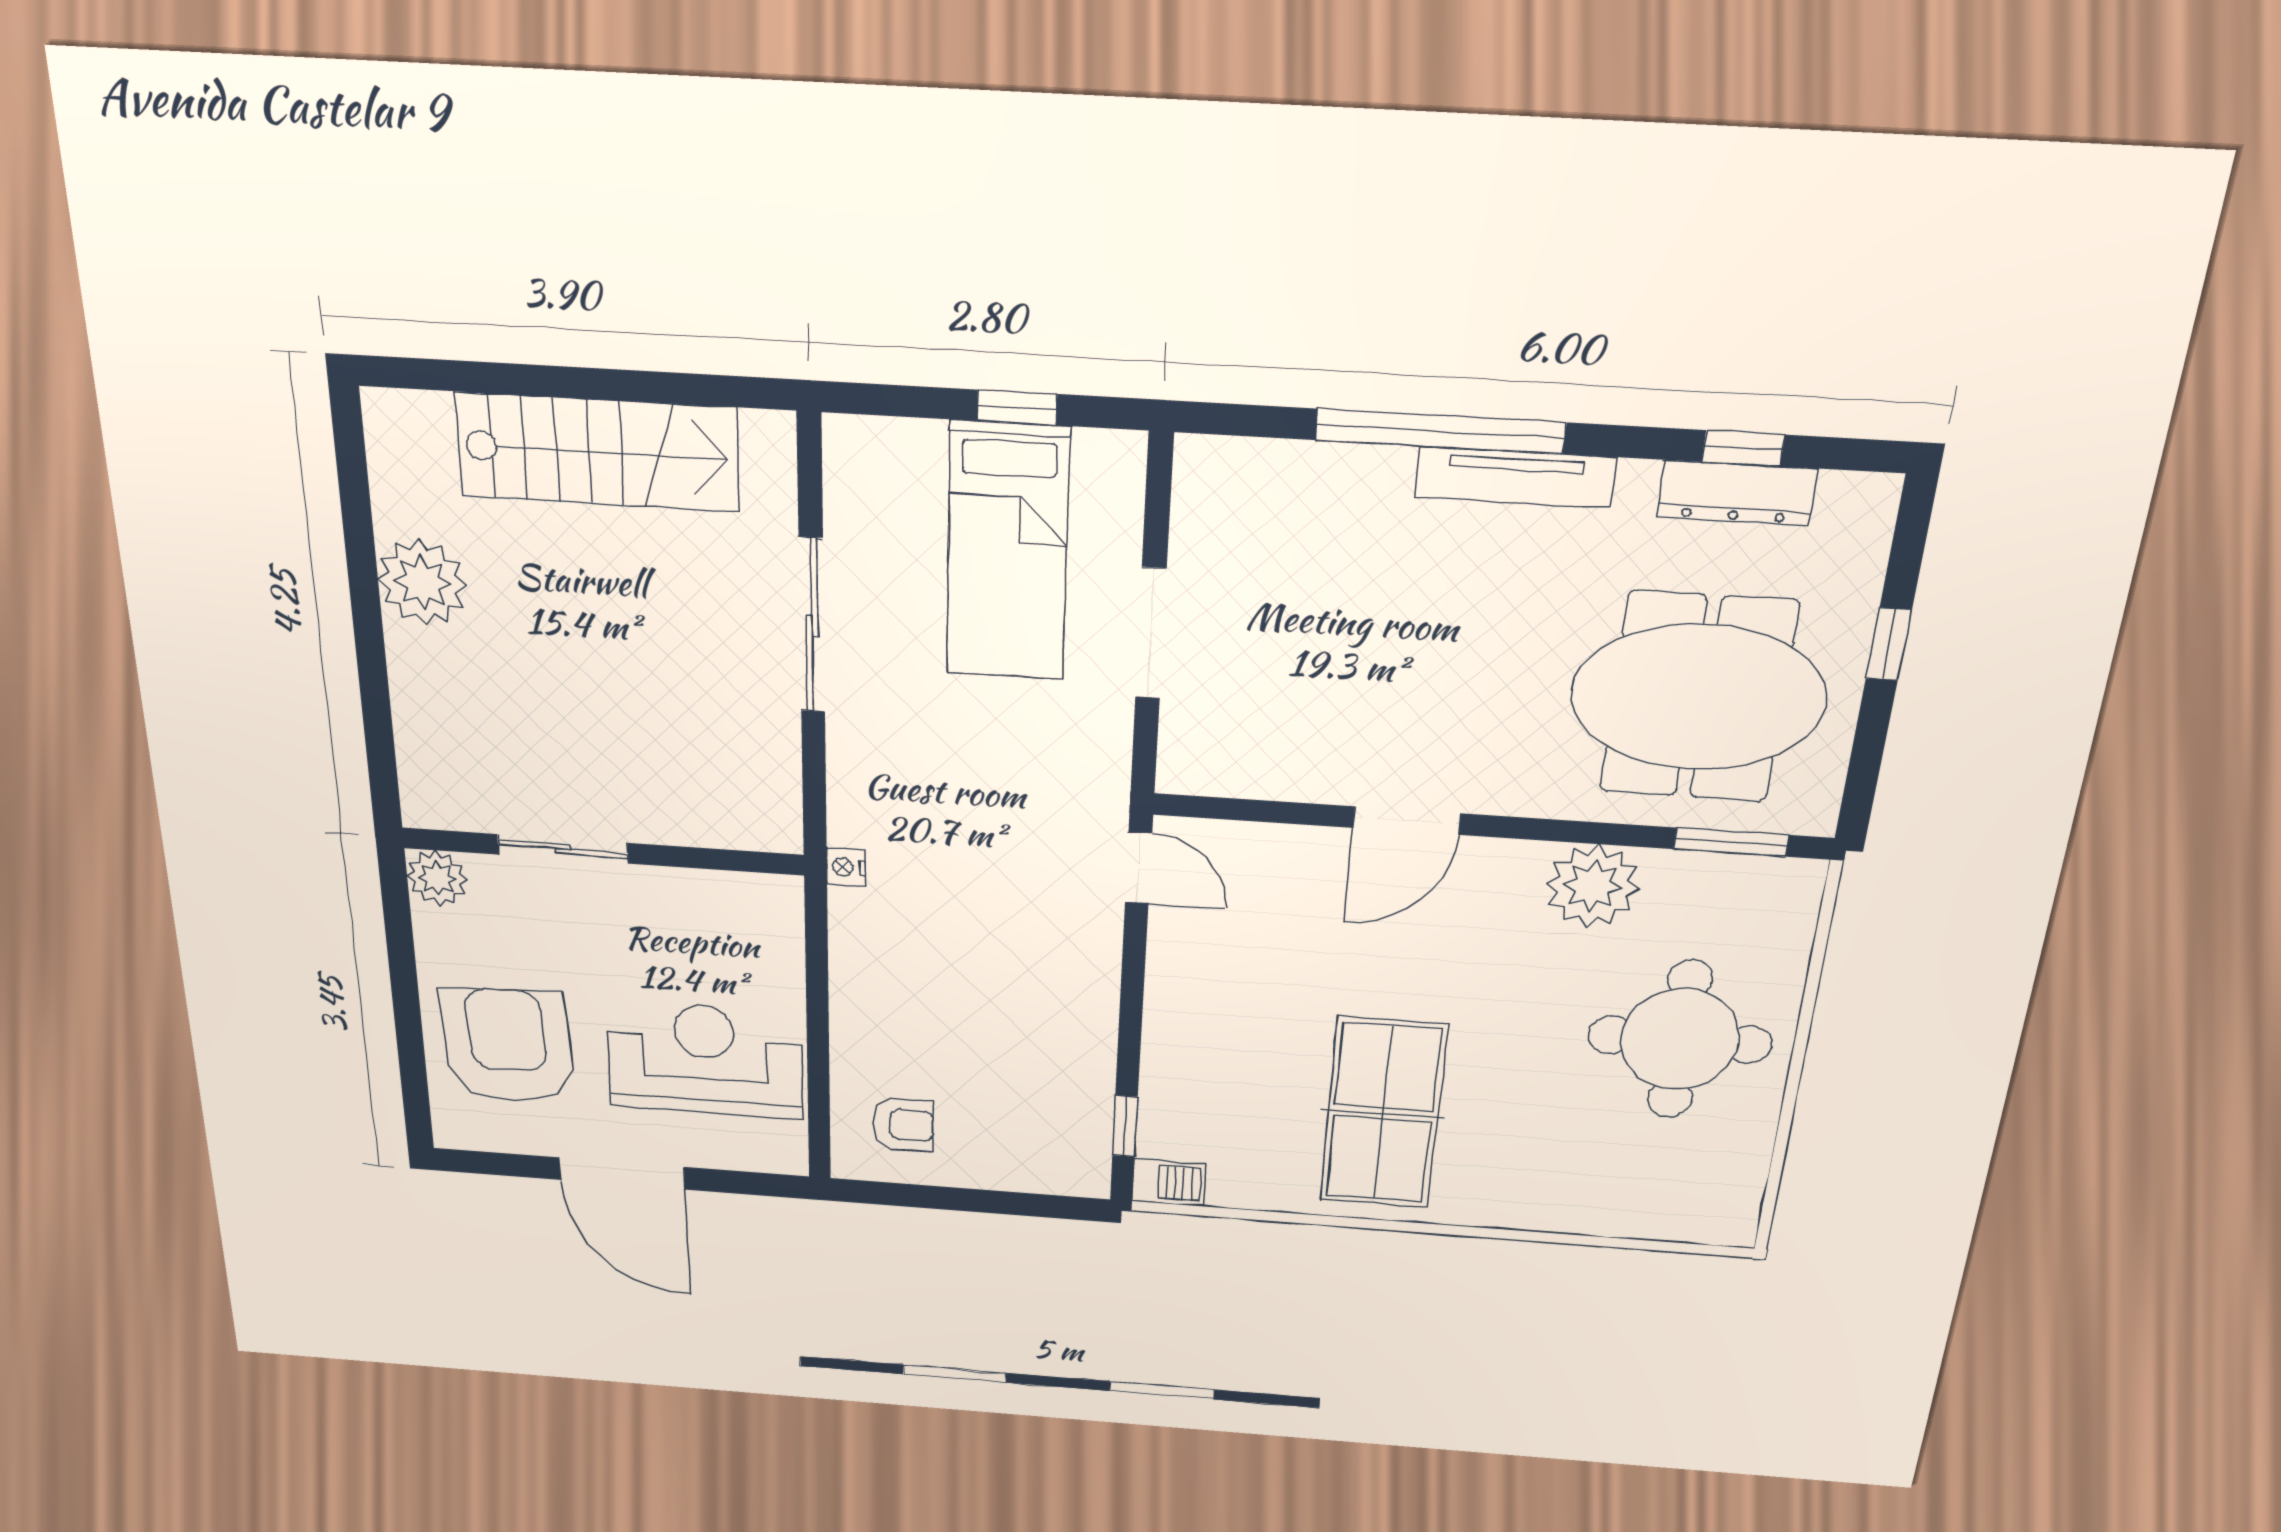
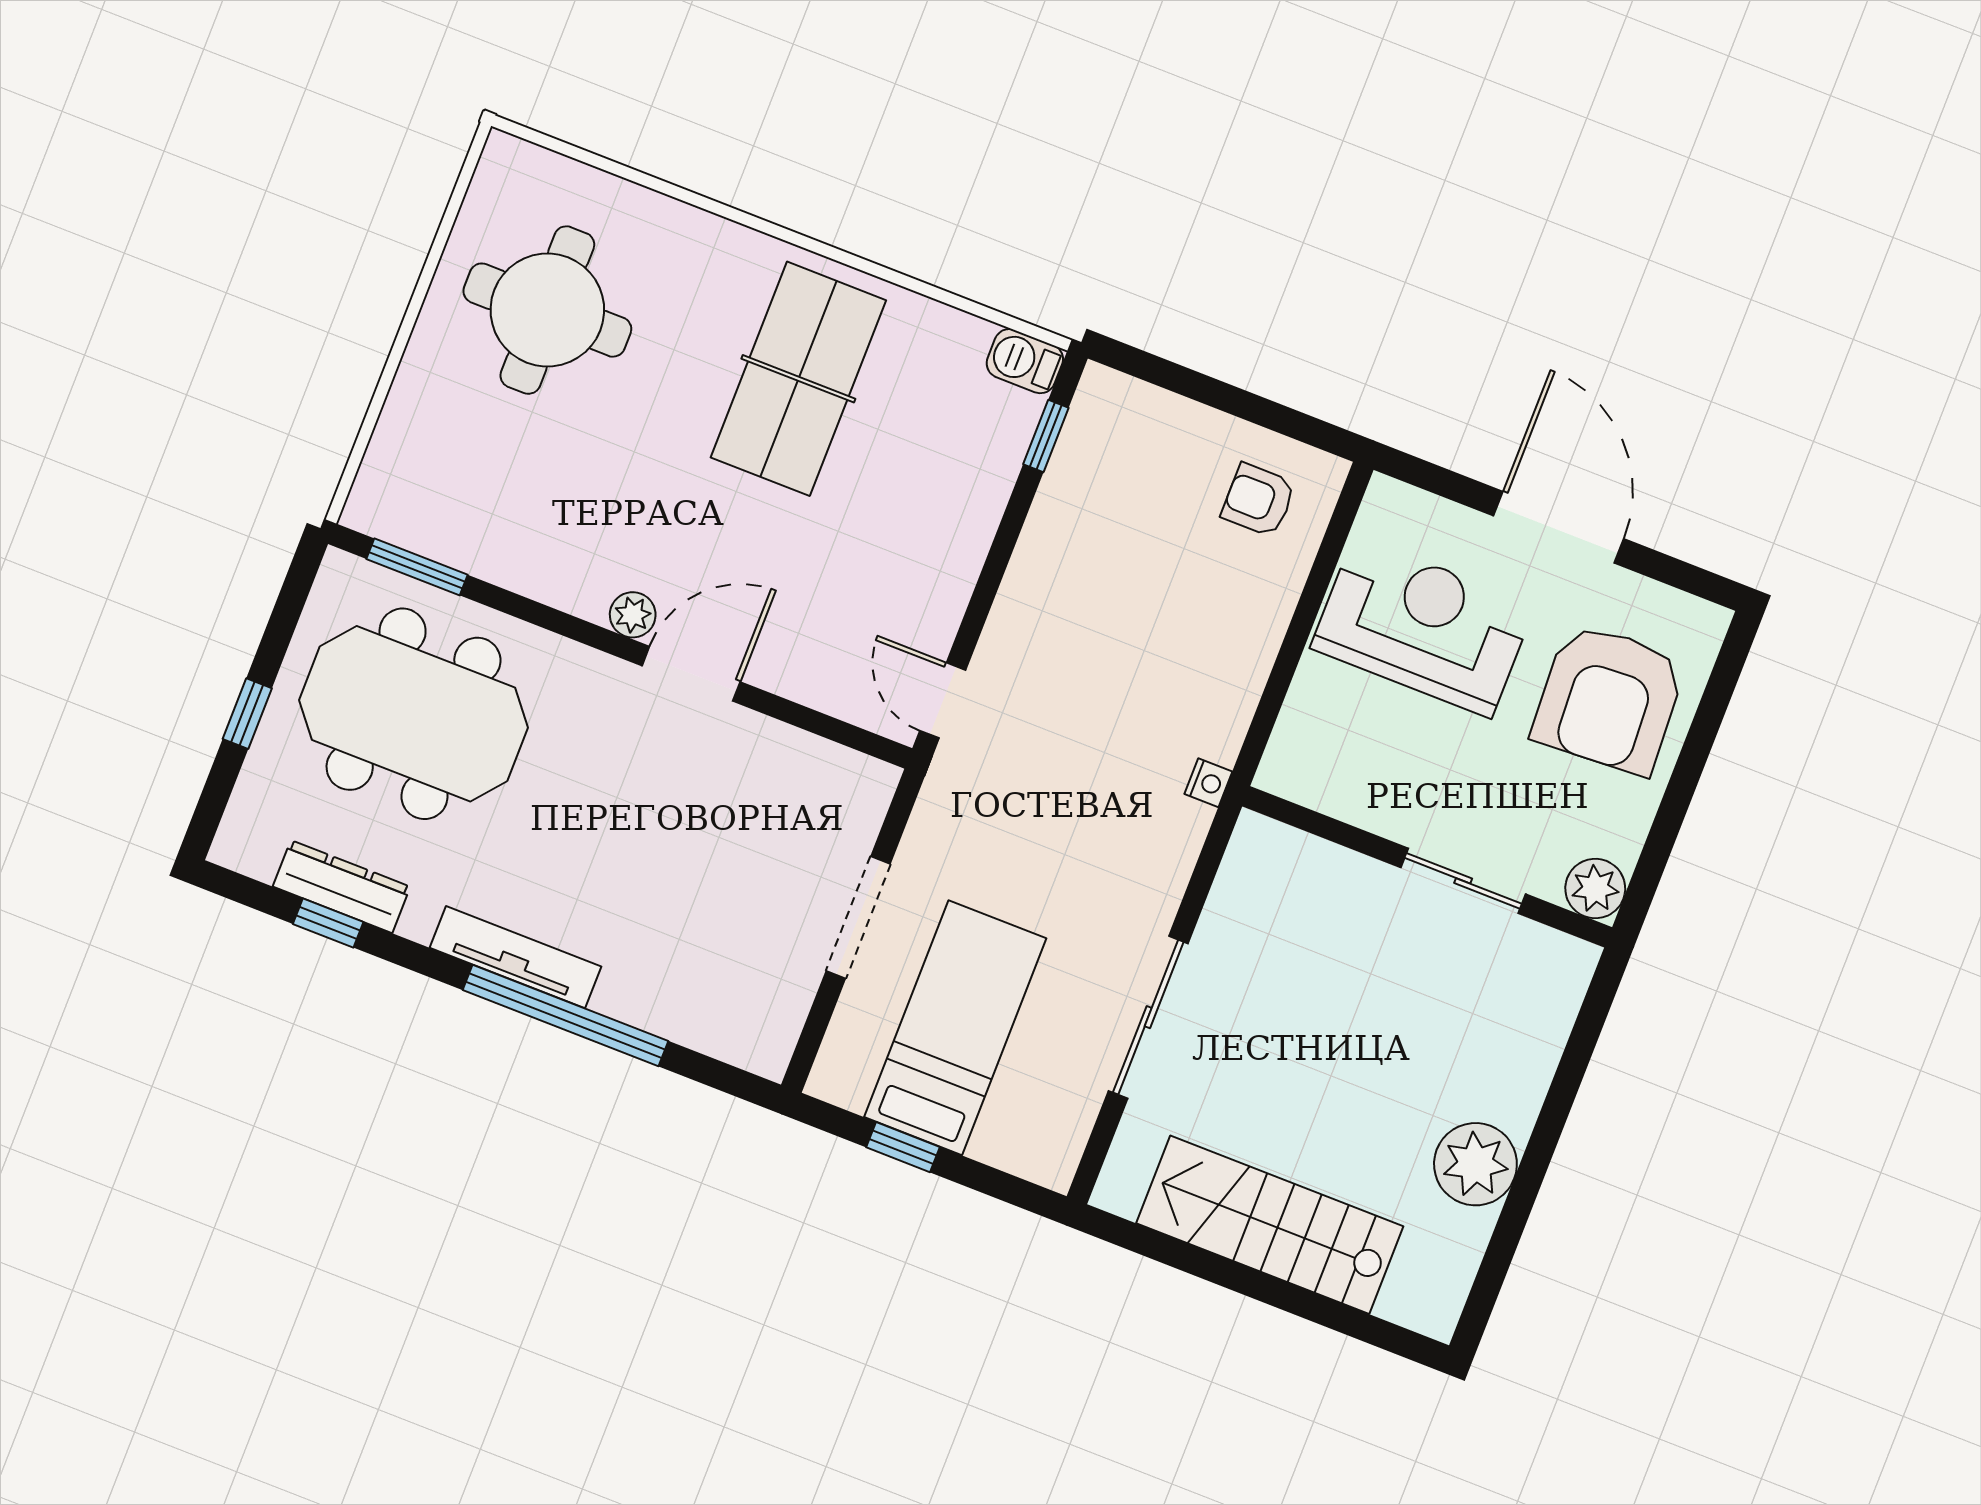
plant: (1593, 886) -> (633, 615), moved, width x0.53, depth x0.53
round table: (1680, 1040) -> (547, 310), moved
reception desk: (705, 1060) -> (1423, 627), turned 180

